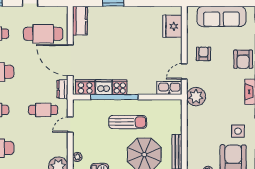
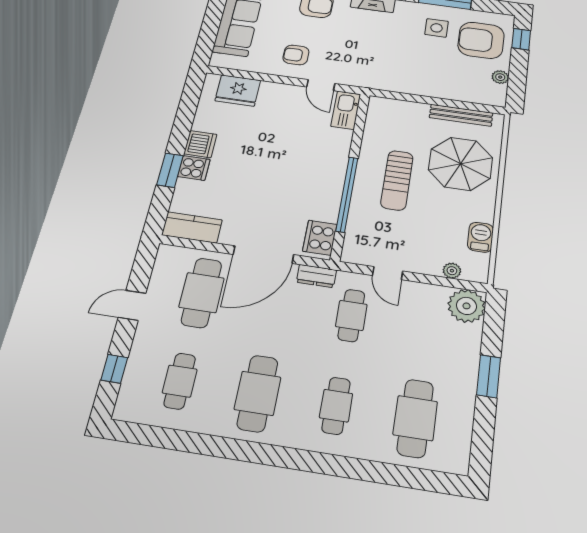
dishwasher: (104, 87) -> (200, 144), moved, turned 180
cooker: (120, 87) -> (194, 168), moved, turned 180
plant: (196, 97) -> (368, 75), removed
sun lounger: (128, 122) -> (397, 180), turned 180

